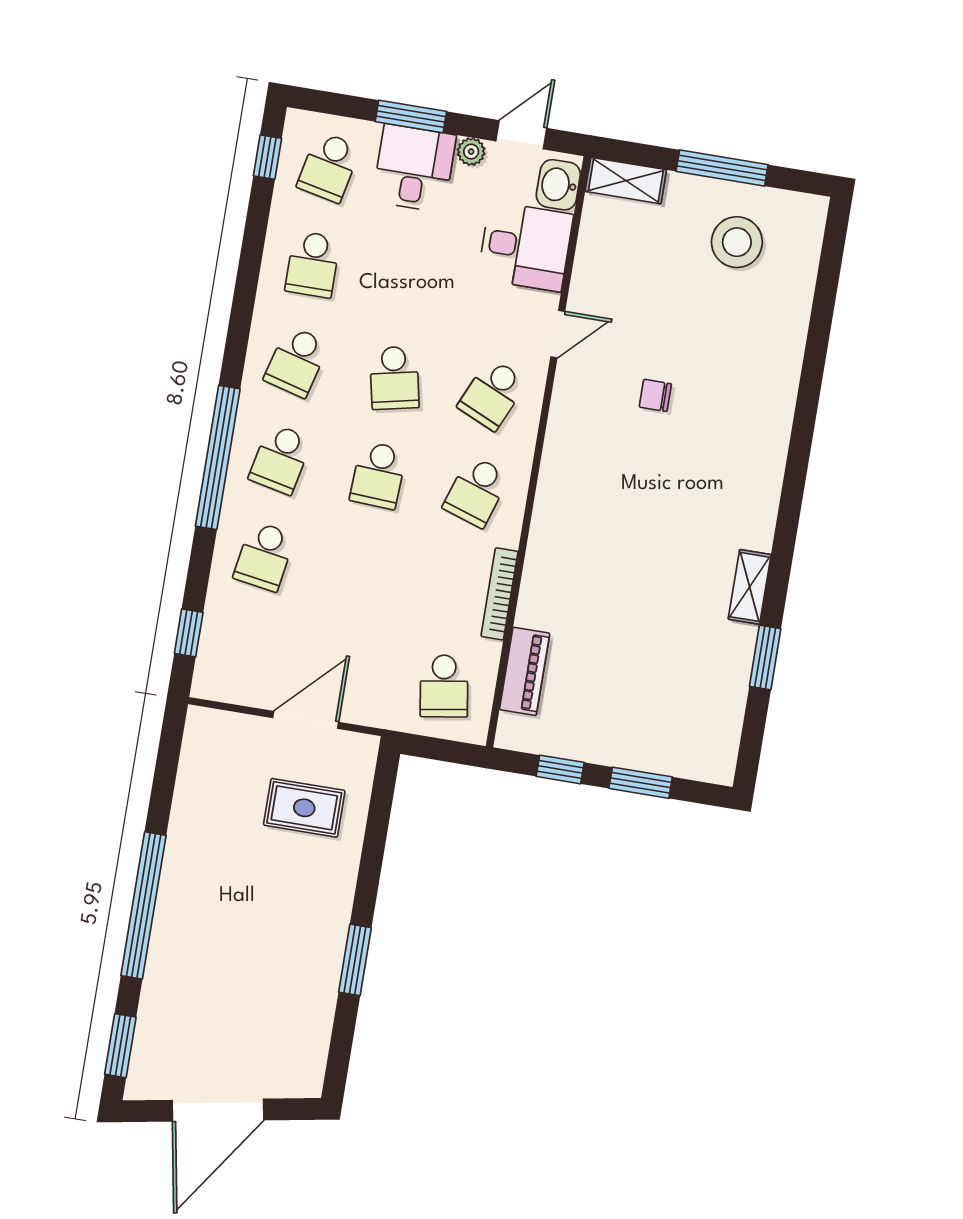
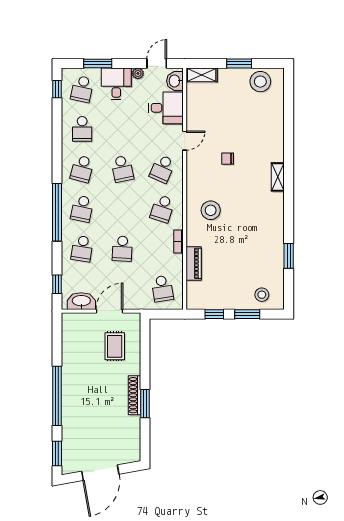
window: (411, 116) -> (98, 63), moved
window: (722, 168) -> (239, 63), width x0.69
stool: (737, 242) -> (260, 82), moved
school desk: (378, 475) -> (122, 249), moved
stool: (593, 515) -> (211, 210), added
shelving: (750, 587) -> (278, 177), moved
bookcase: (499, 594) -> (178, 242), width x0.64
piano: (525, 671) -> (194, 263), moved
washbasin: (241, 684) -> (81, 301), added
stool: (684, 741) -> (262, 295), added
rug: (304, 808) -> (115, 346), turned 90
shoe rack: (333, 935) -> (134, 395), added

